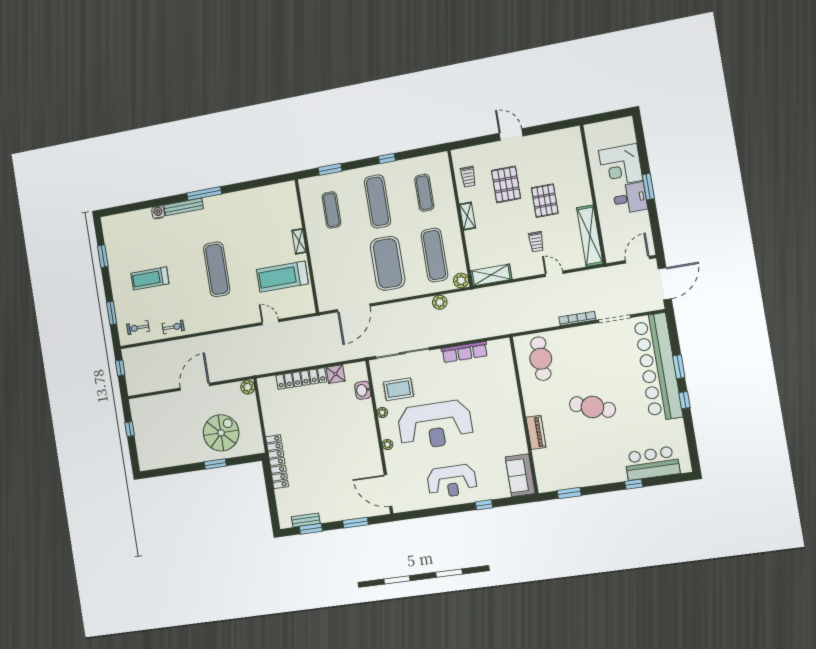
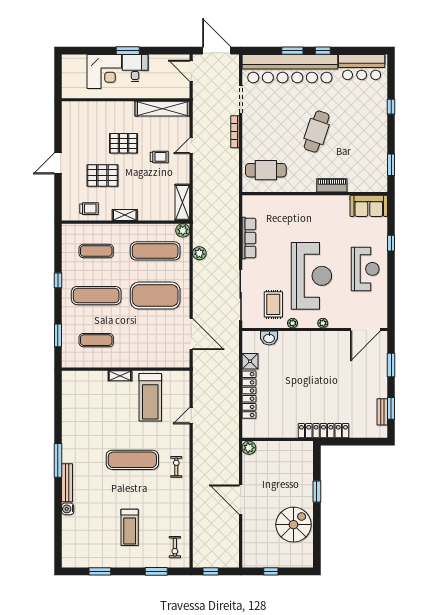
exercise bike: (173, 327) -> (176, 467), moved
spiral stairs: (221, 433) -> (293, 525), moved, turned 90
bar counter: (652, 463) -> (362, 67), moved, turned -90

